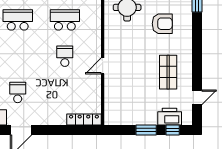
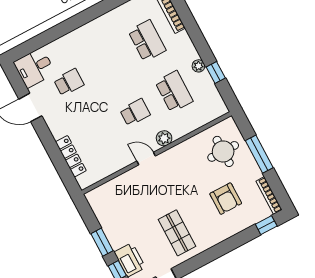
plant: (95, 45) -> (164, 138), added
shop shelf: (168, 72) -> (177, 233), turned 90
locker: (84, 119) -> (71, 156), moved

